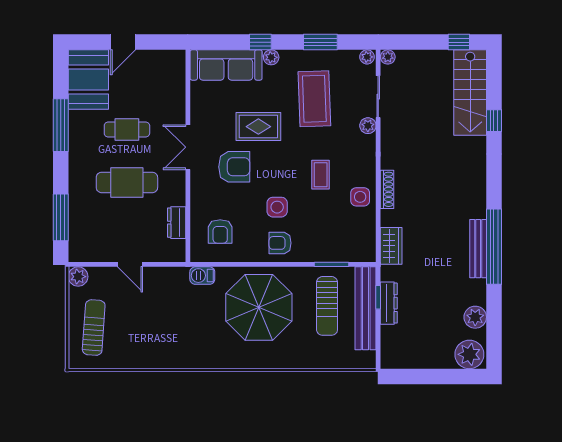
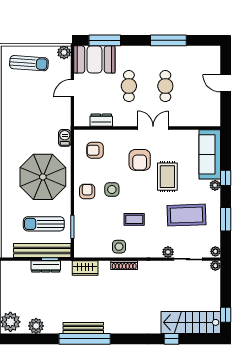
booth: (88, 80) -> (94, 59), moved
cafe table: (127, 182) -> (129, 86), width x0.73, depth x0.74

